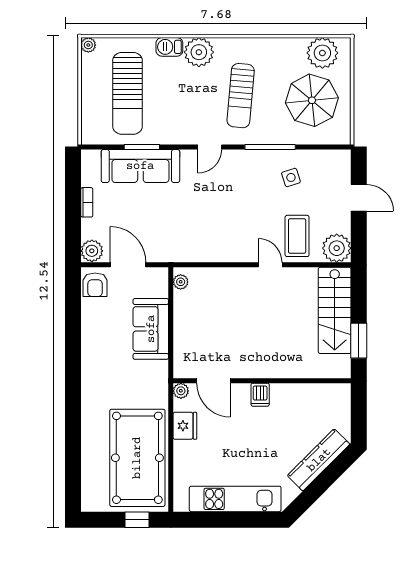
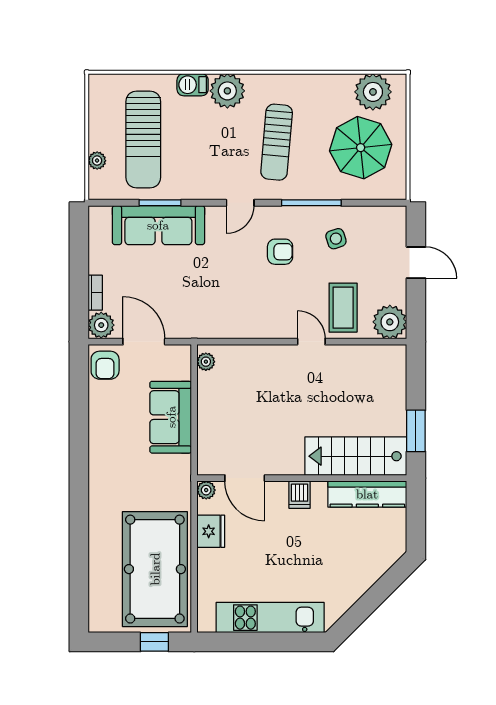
plant: (88, 45) -> (97, 161), moved
armchair: (244, 189) -> (280, 252), added
bookcase: (87, 202) -> (95, 293), moved
stairs: (335, 310) -> (356, 456), moved, turned 90
kitchen counter: (319, 460) -> (367, 494), moved, turned -135

